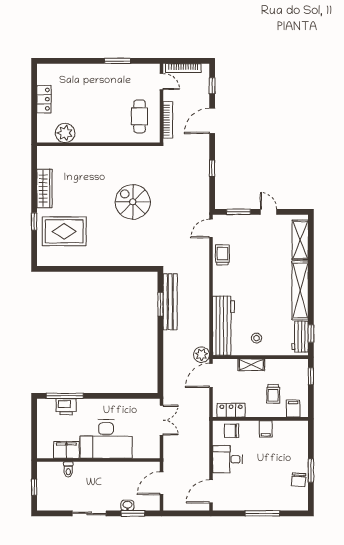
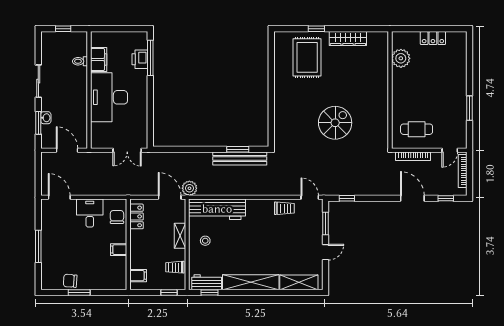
window: (212, 168) -> (347, 198), moved
trolley: (273, 394) -> (175, 267), moved

